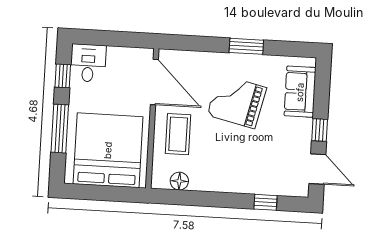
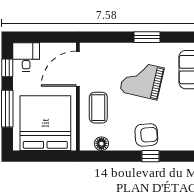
door: (154, 82) -> (78, 69), swing flipped
armchair: (238, 173) -> (146, 135), added
window: (265, 202) -> (150, 156), moved

